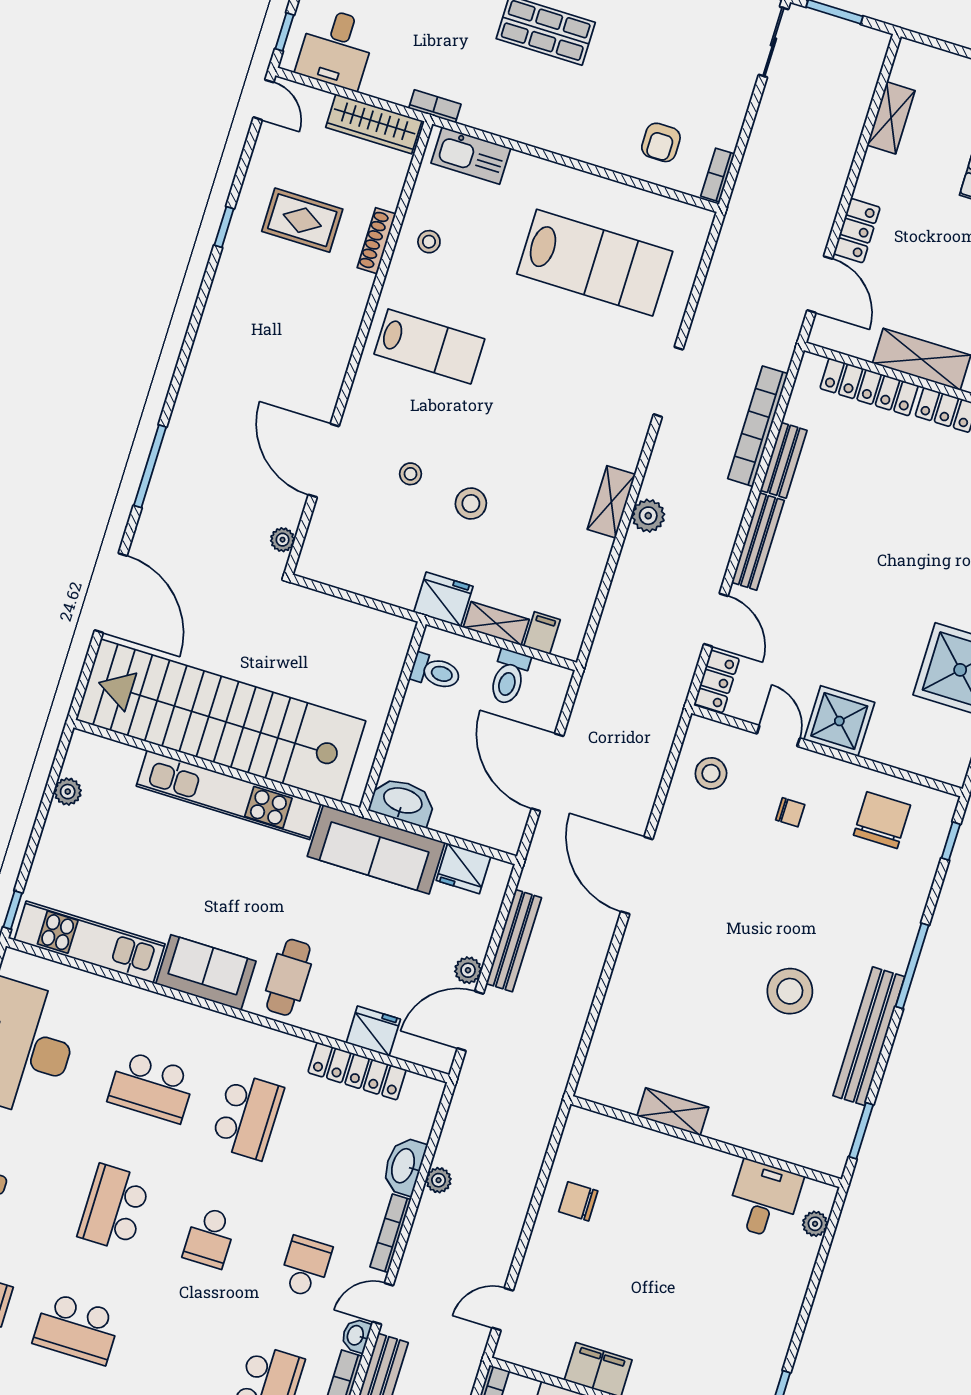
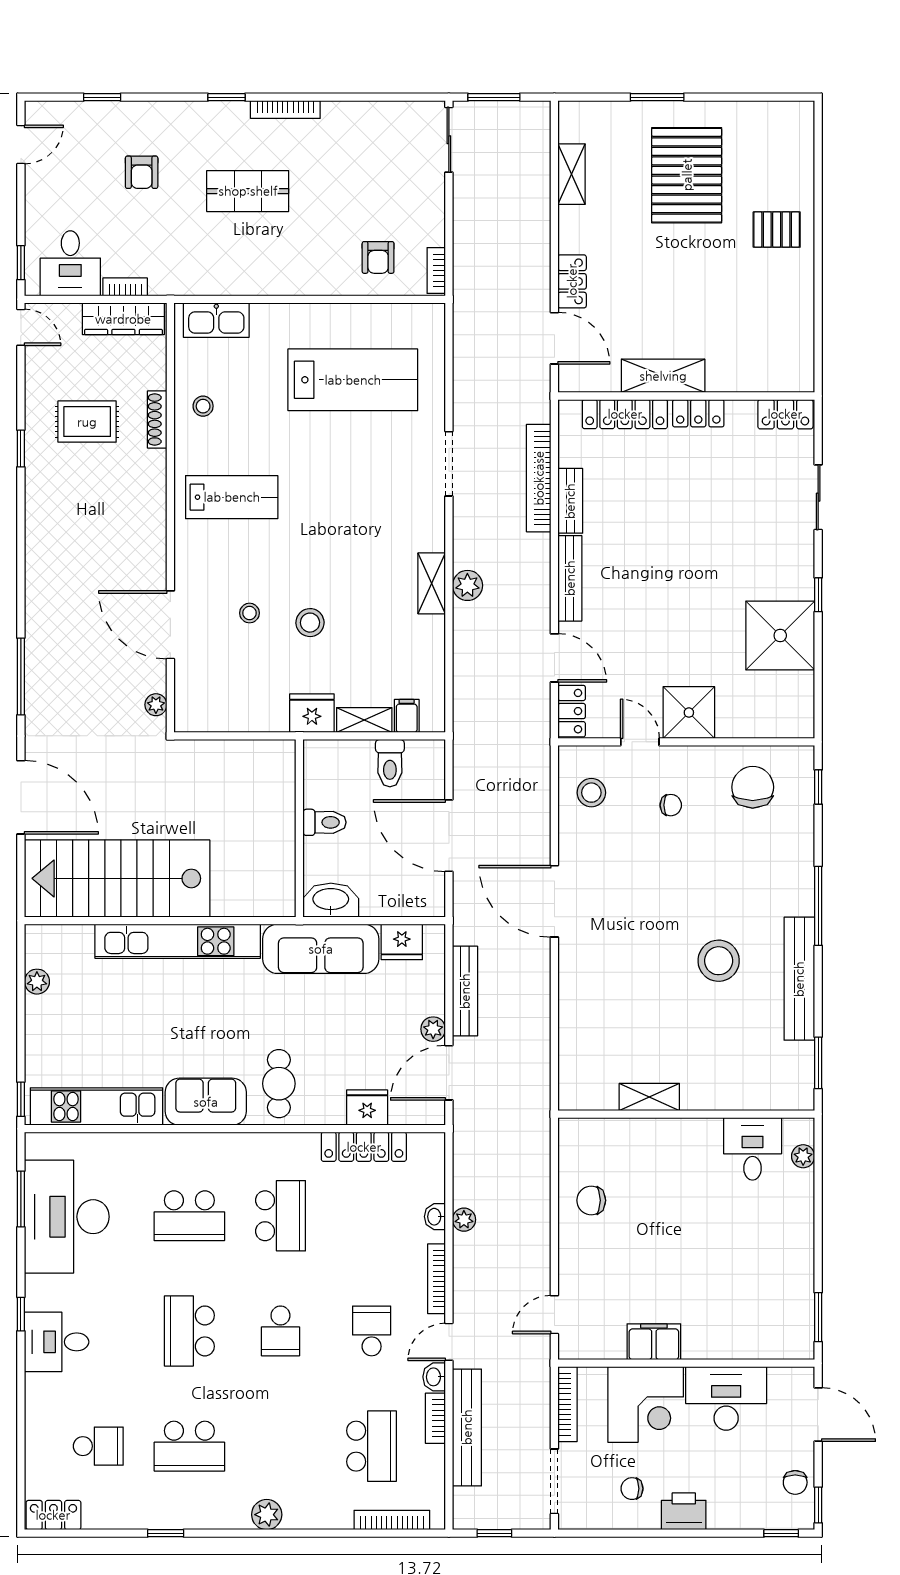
bookcase: (435, 106) -> (125, 287), moved
toilet: (435, 672) -> (325, 822), moved
stairs: (221, 720) -> (117, 878), width x0.73
washbasin: (404, 1166) -> (435, 1217), width x0.52, depth x0.69

